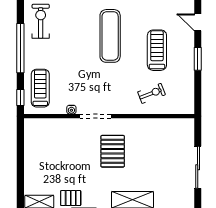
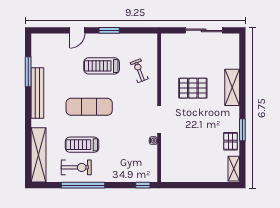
exercise bike: (41, 21) -> (76, 167), turned 180
window: (20, 48) -> (83, 185), moved
treadmill: (40, 88) -> (82, 145), moved
pallet: (113, 151) -> (193, 88), moved

